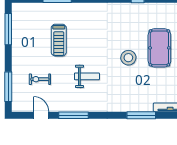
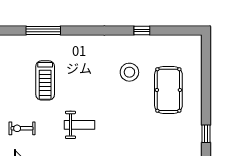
stool: (128, 58) -> (129, 72), moved

